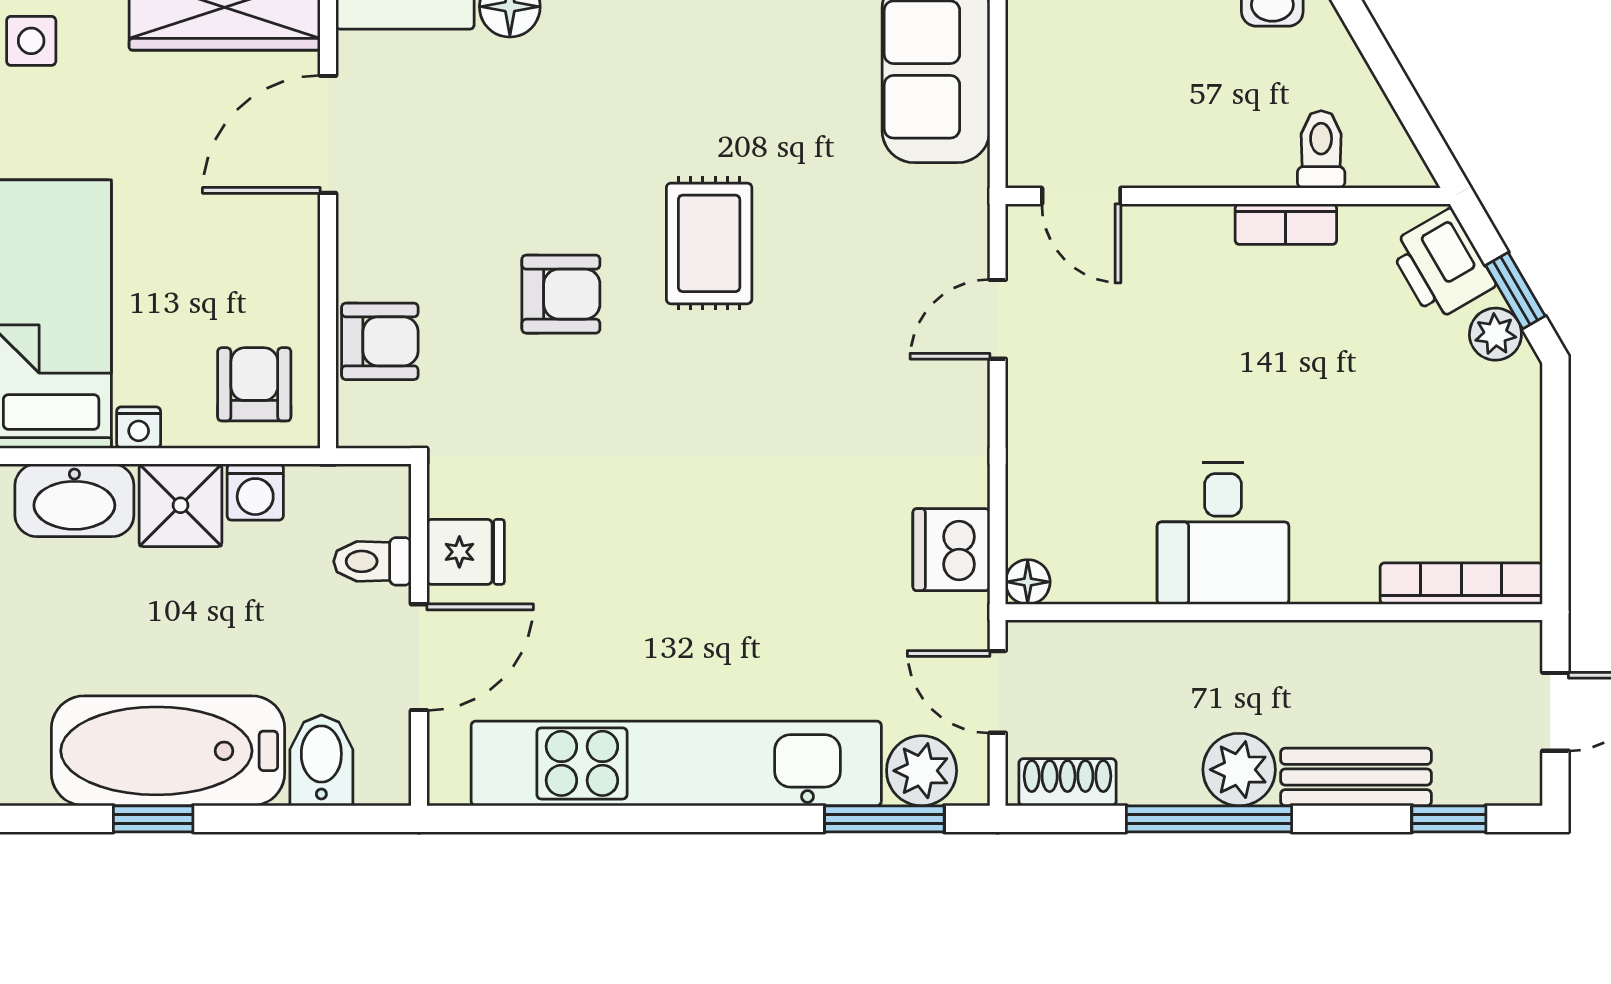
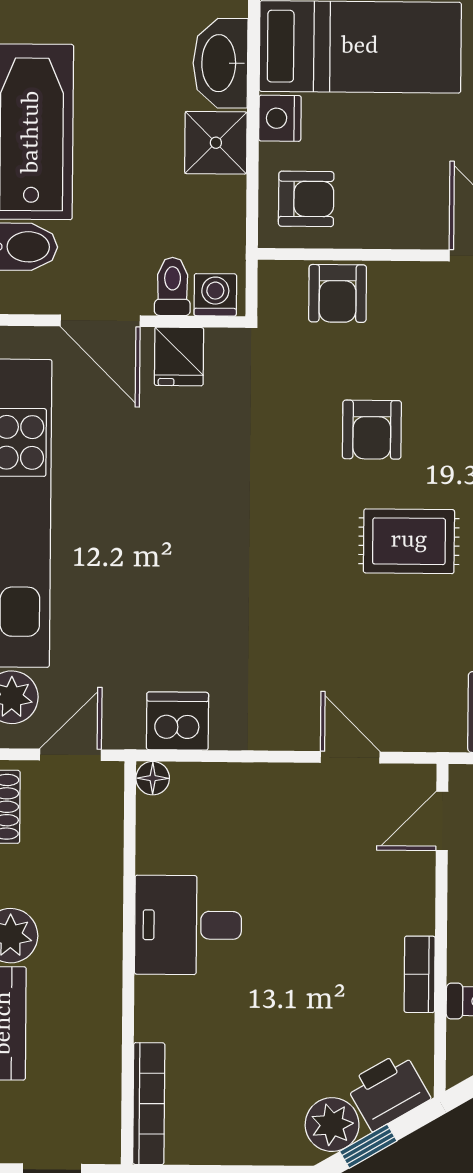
plant: (1495, 334) -> (332, 1125), width x1.38, depth x1.38
nightstand: (139, 428) -> (280, 118), width x1.39, depth x1.35
washing machine: (255, 492) -> (215, 295), moved, turned 90

